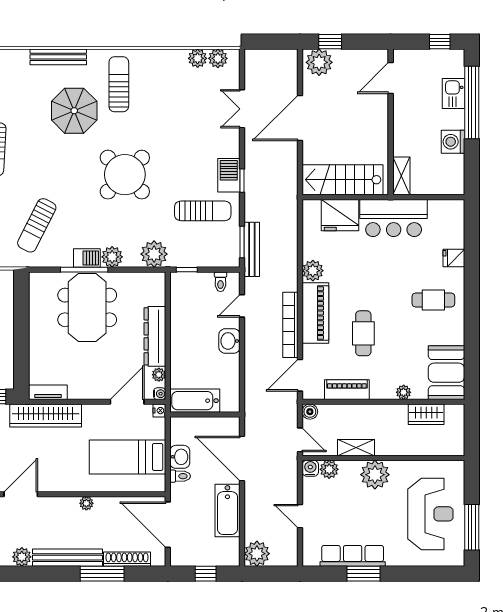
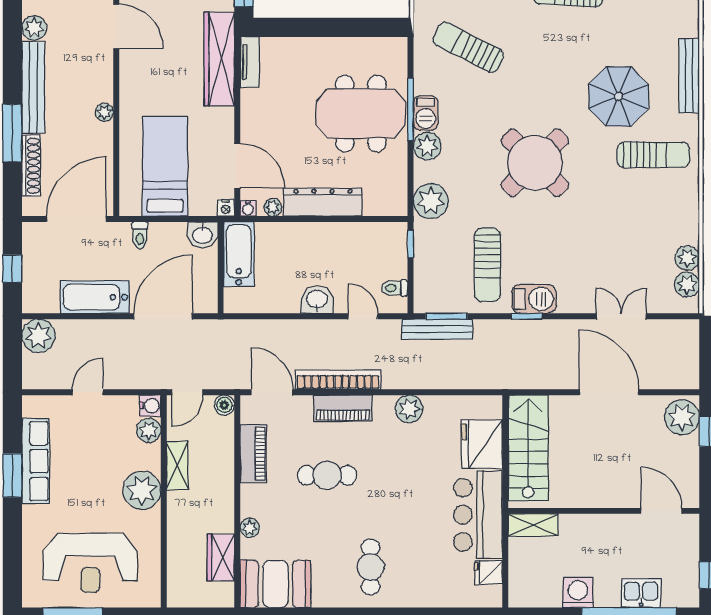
fridge: (454, 258) -> (489, 572), moved, turned -90
piano: (315, 313) -> (343, 408), width x0.73, depth x0.75
washbasin: (180, 457) -> (203, 235), moved

